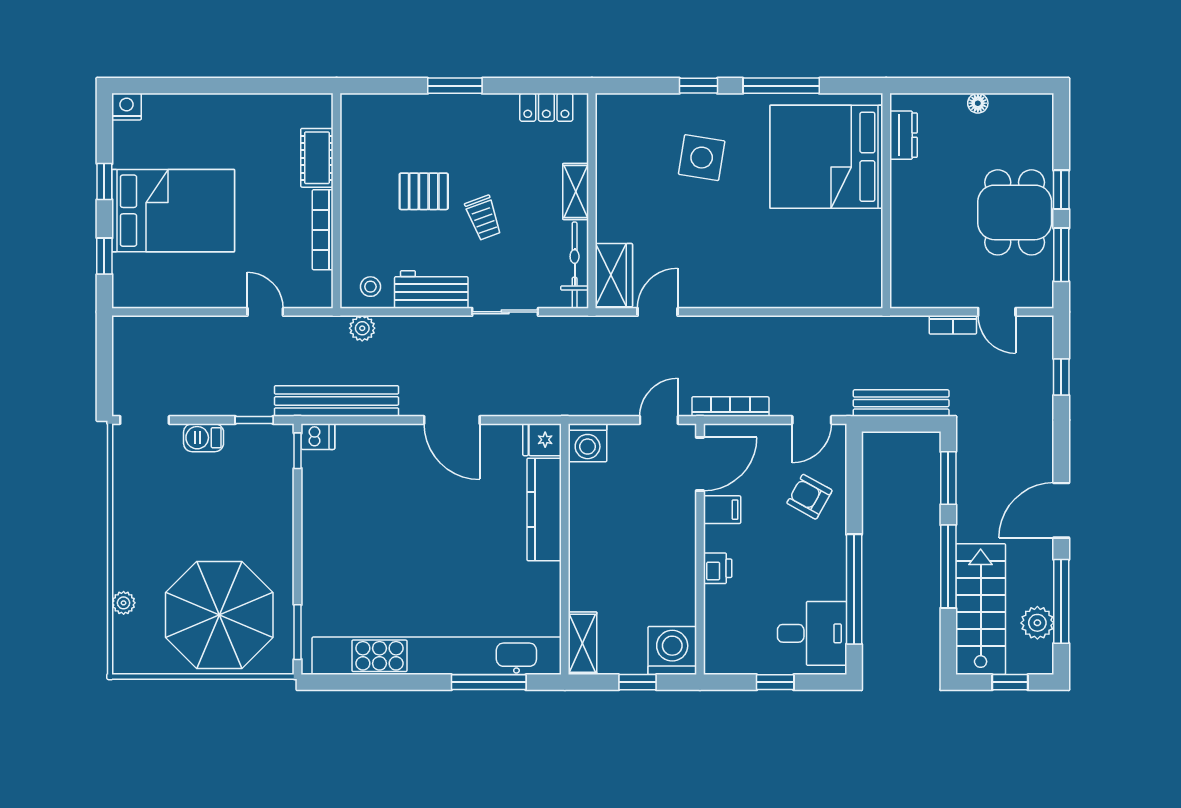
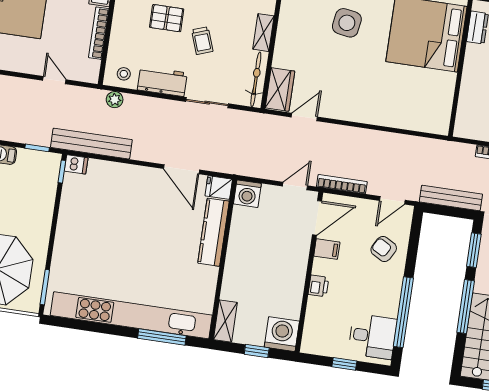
door: (452, 420) -> (182, 169), moved

